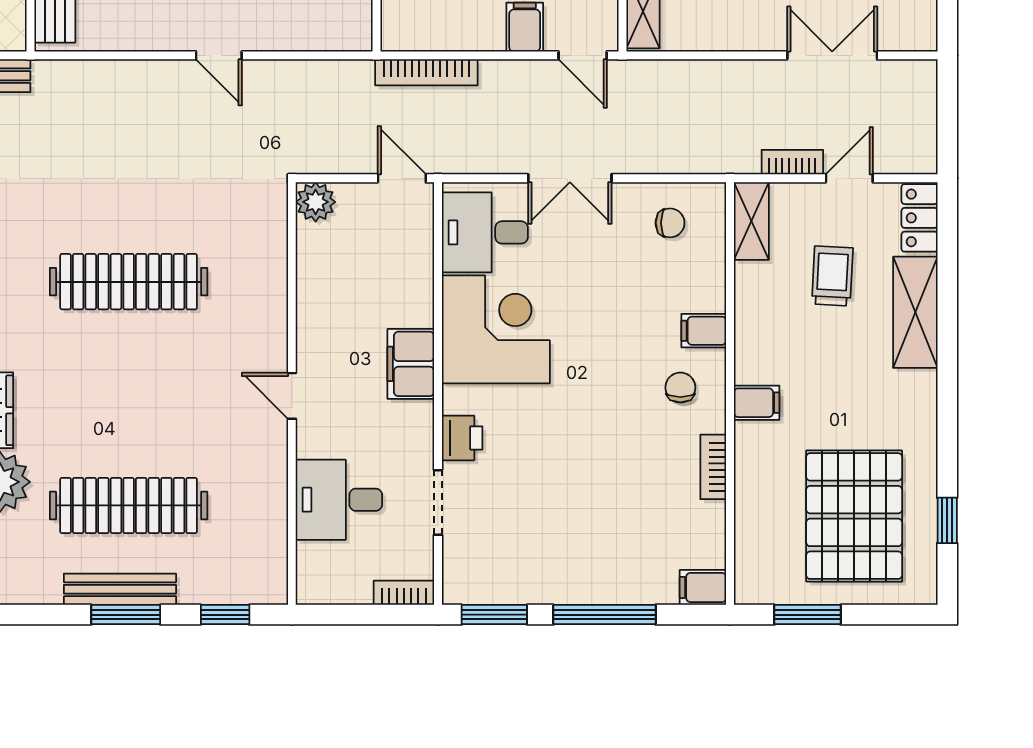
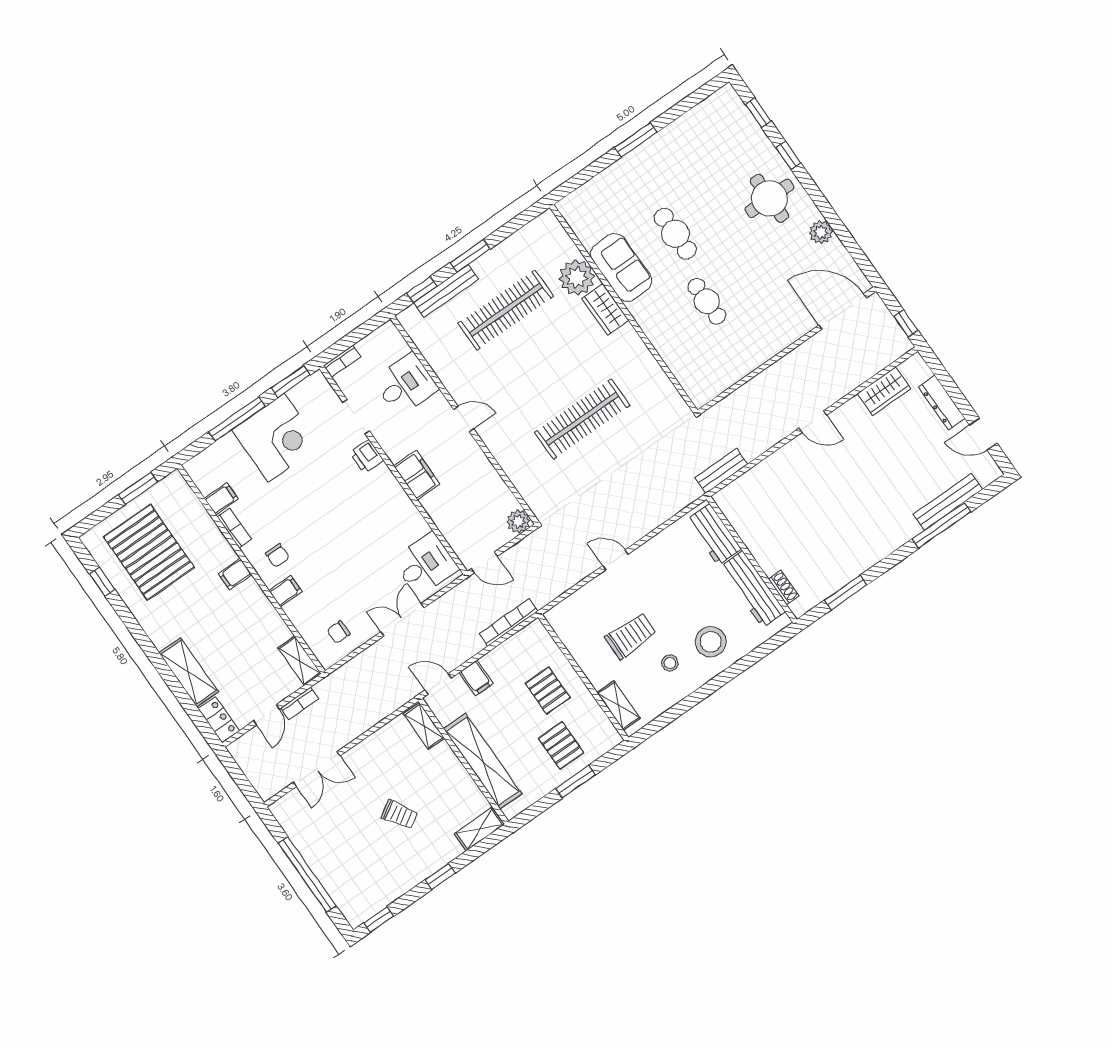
trolley: (832, 276) -> (241, 662), removed
corner desk: (496, 329) -> (276, 438), moved, turned -90
filing cabinet: (703, 587) -> (221, 499), moved
bench: (120, 589) -> (446, 291), moved

